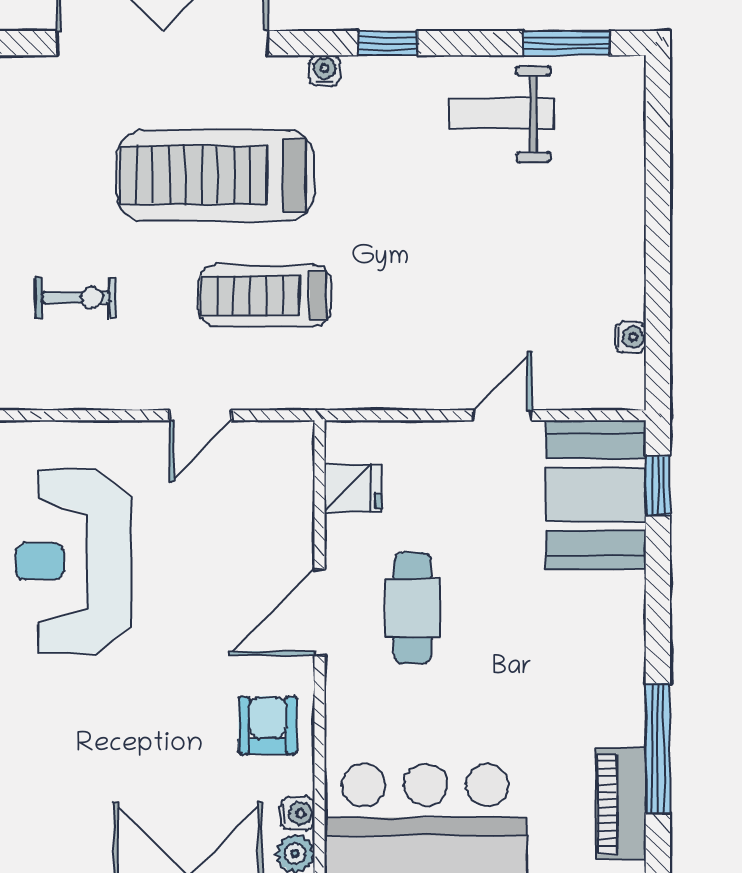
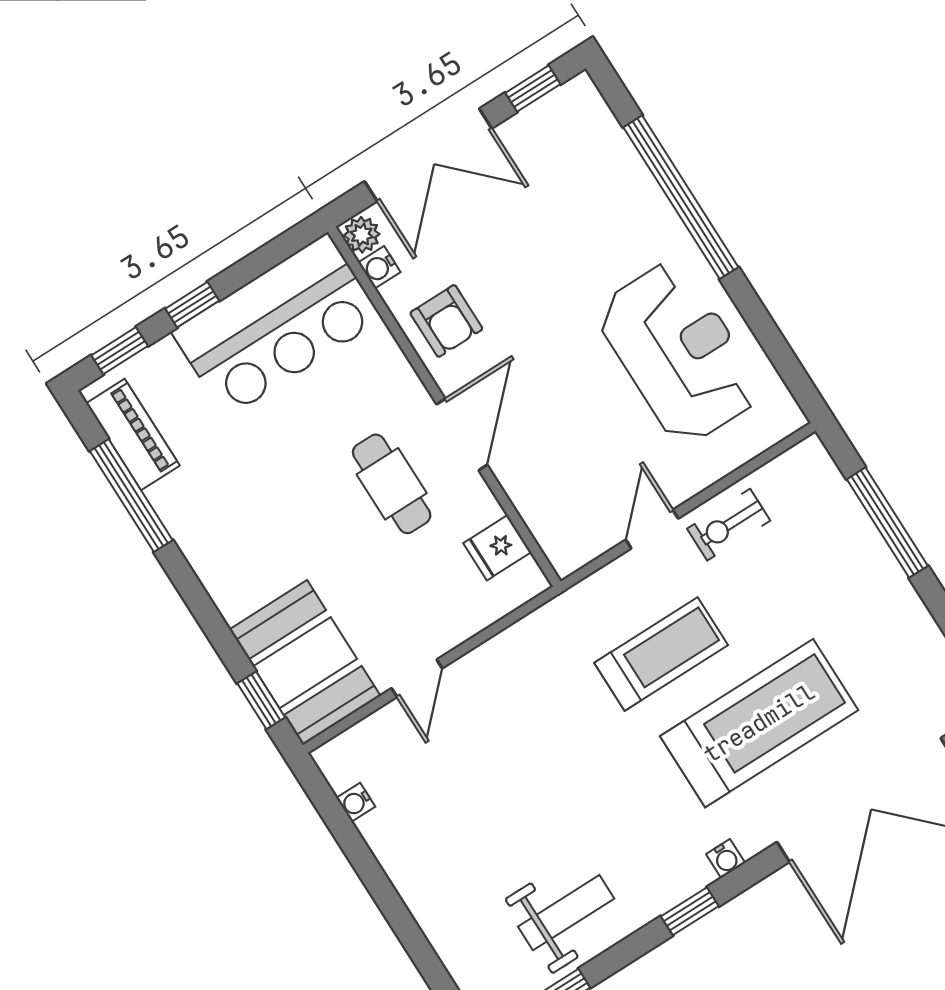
exercise bike: (76, 298) -> (729, 525), moved

